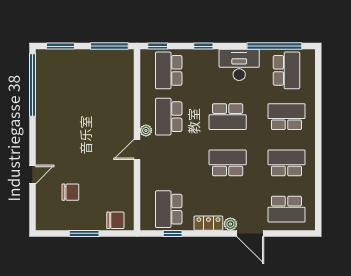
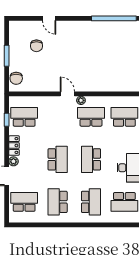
school desk: (286, 163) -> (58, 202), turned 180
school desk: (286, 209) -> (24, 202), turned 90

